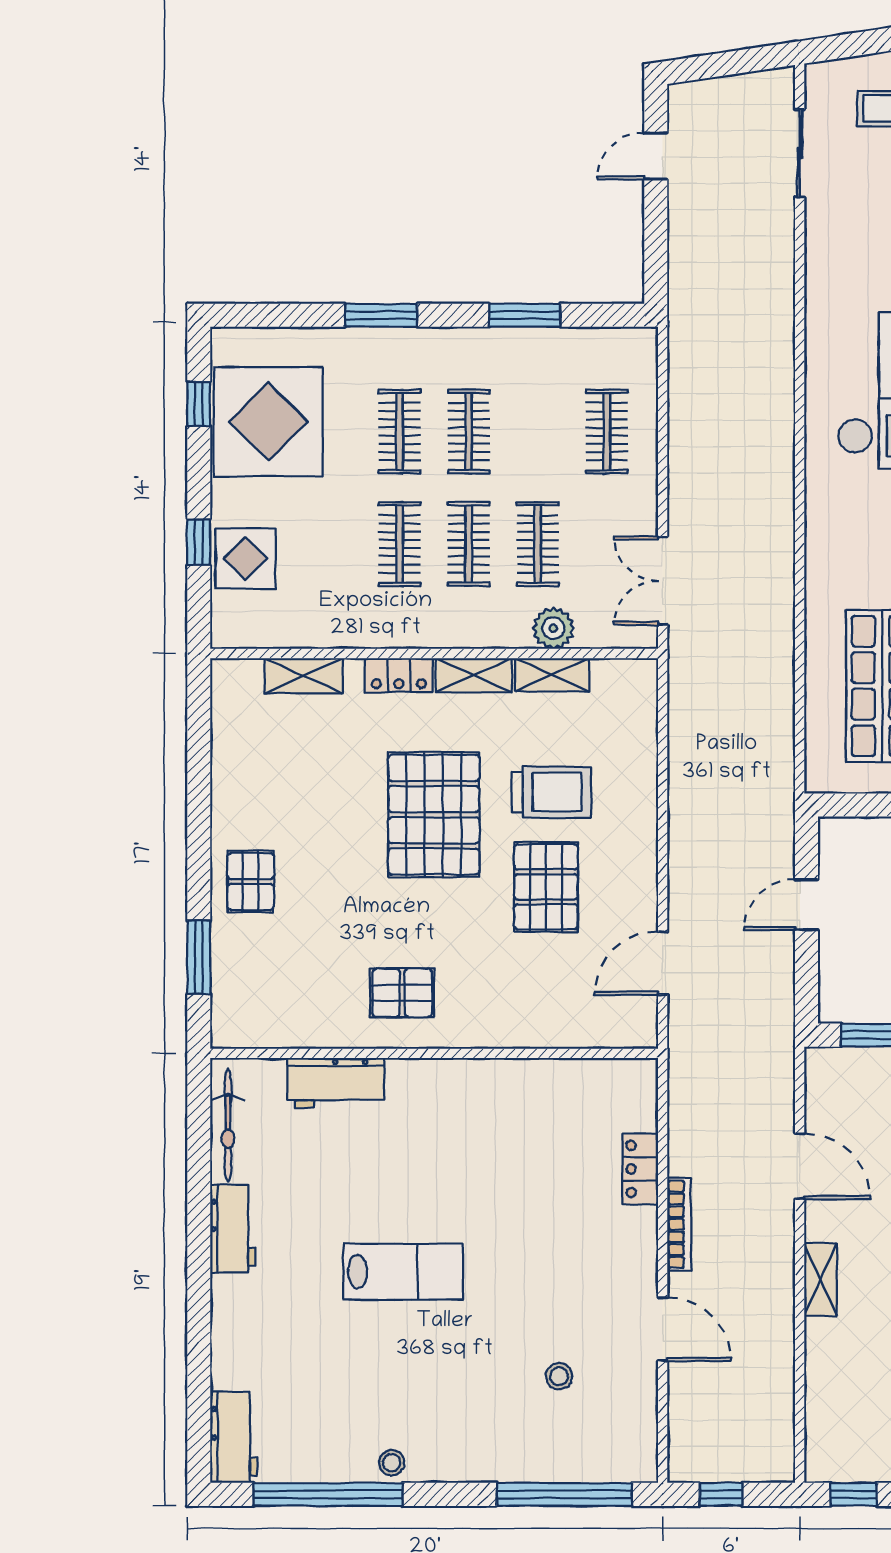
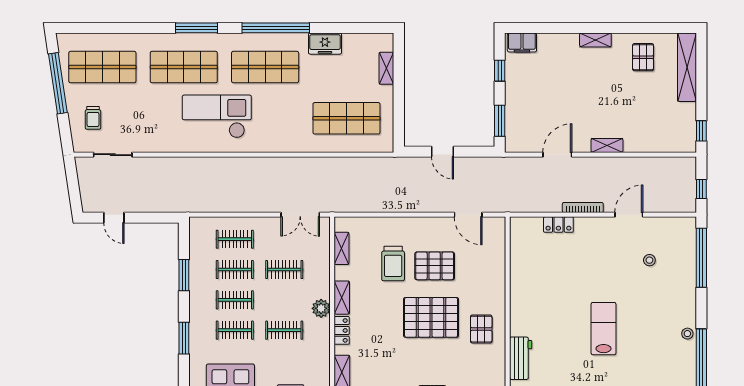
clothes rail: (469, 544) -> (235, 270), moved
plant: (553, 628) -> (321, 308), moved
shelving: (552, 675) -> (342, 248), moved
trolley: (551, 792) -> (393, 263), turned 180
pallet: (434, 815) -> (431, 317), moved

